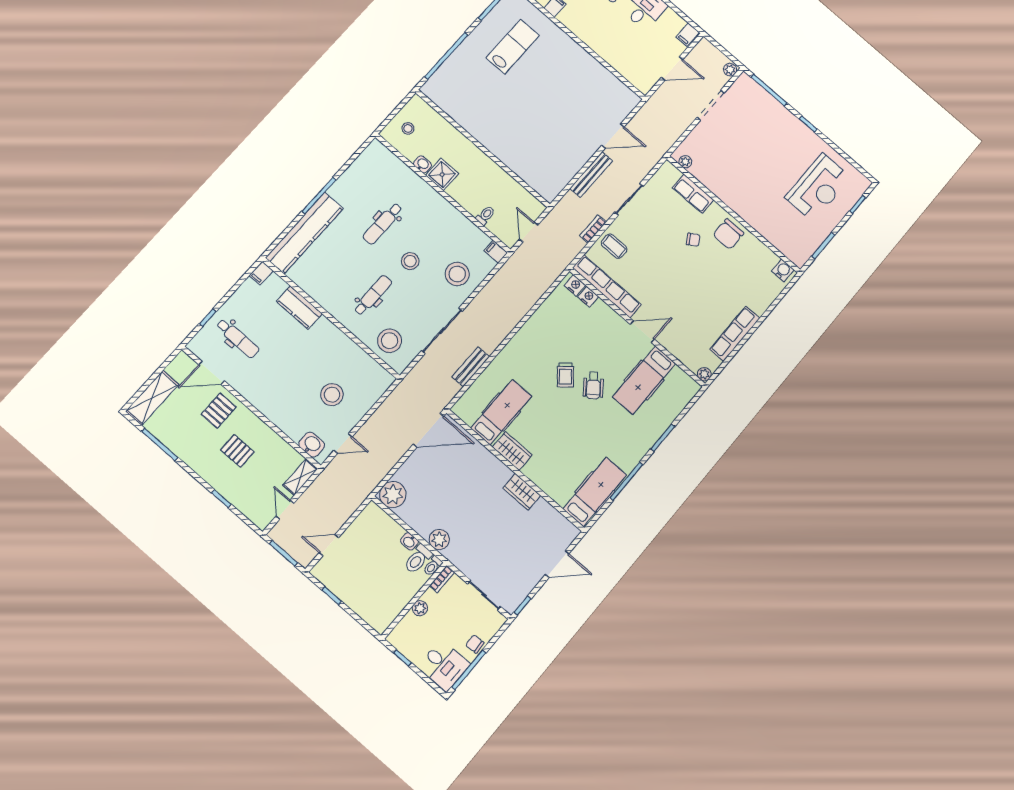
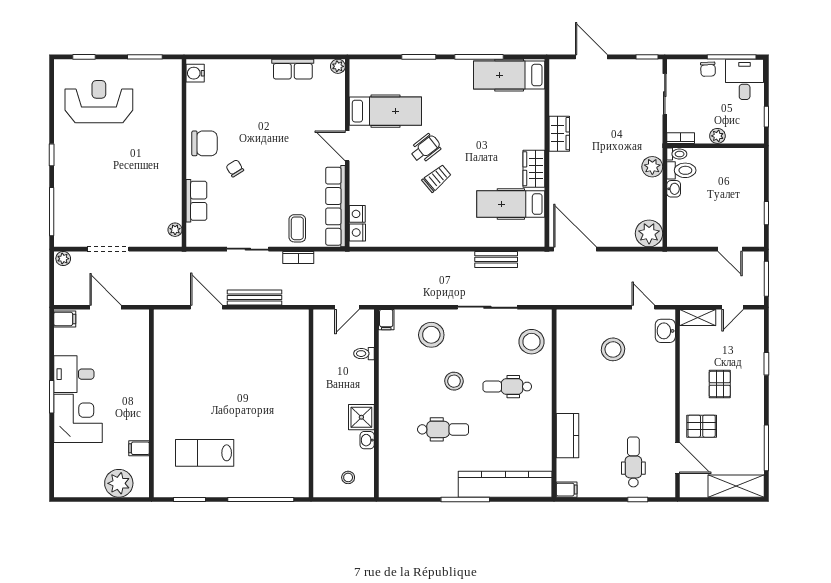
row of seats: (735, 334) -> (293, 69), width x0.68

